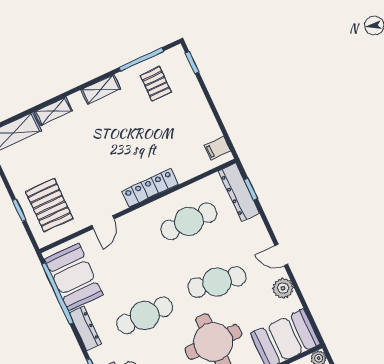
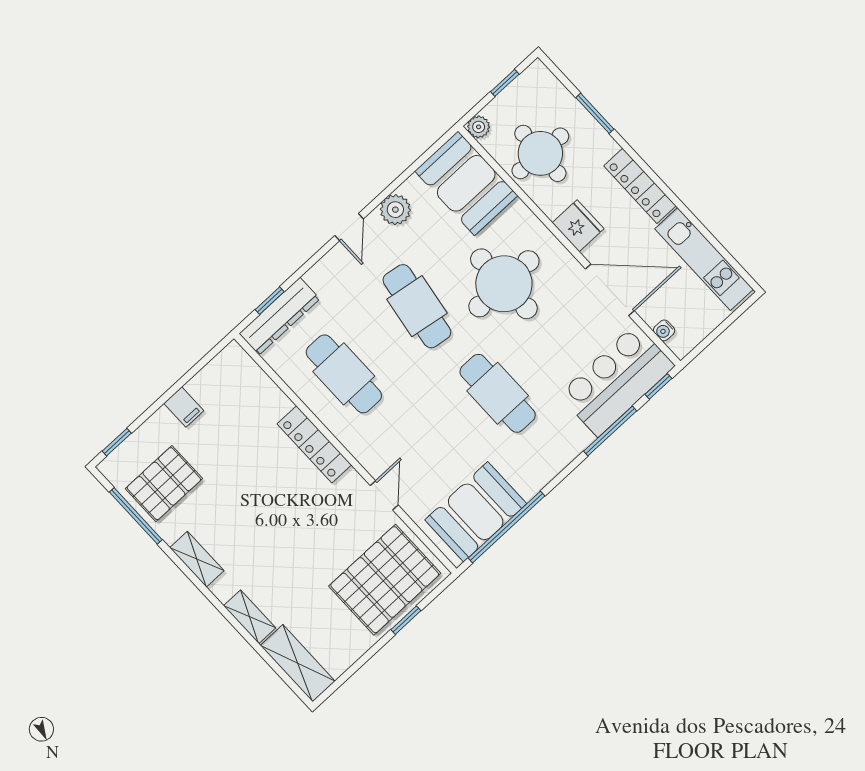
pallet: (156, 84) -> (164, 484), width x1.50, depth x1.42
filing cabinet: (217, 148) -> (184, 407), moved
pallet: (49, 205) -> (385, 580), width x1.37, depth x1.41
door: (103, 222) -> (384, 495), hinge flipped
dresser: (85, 328) -> (543, 472), removed

